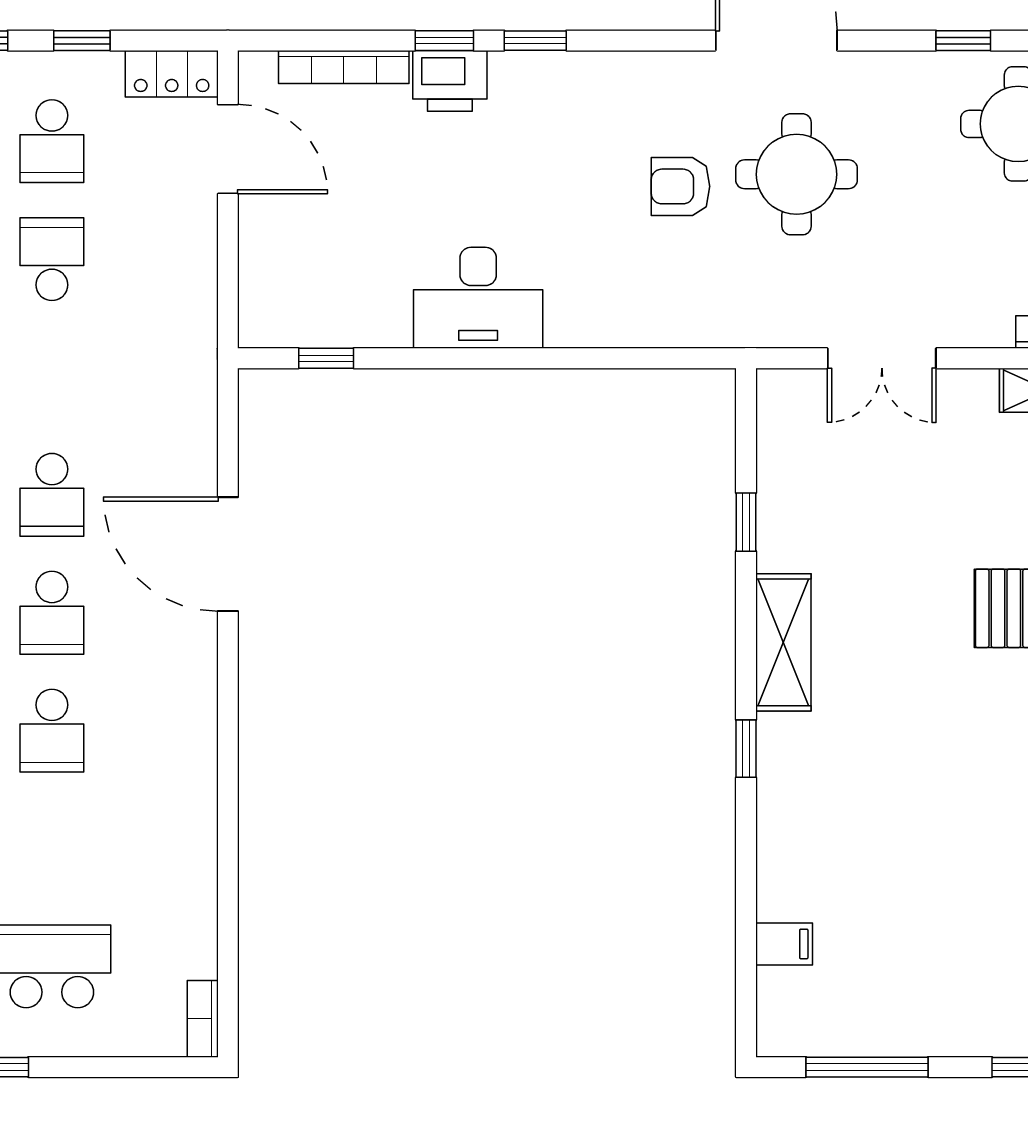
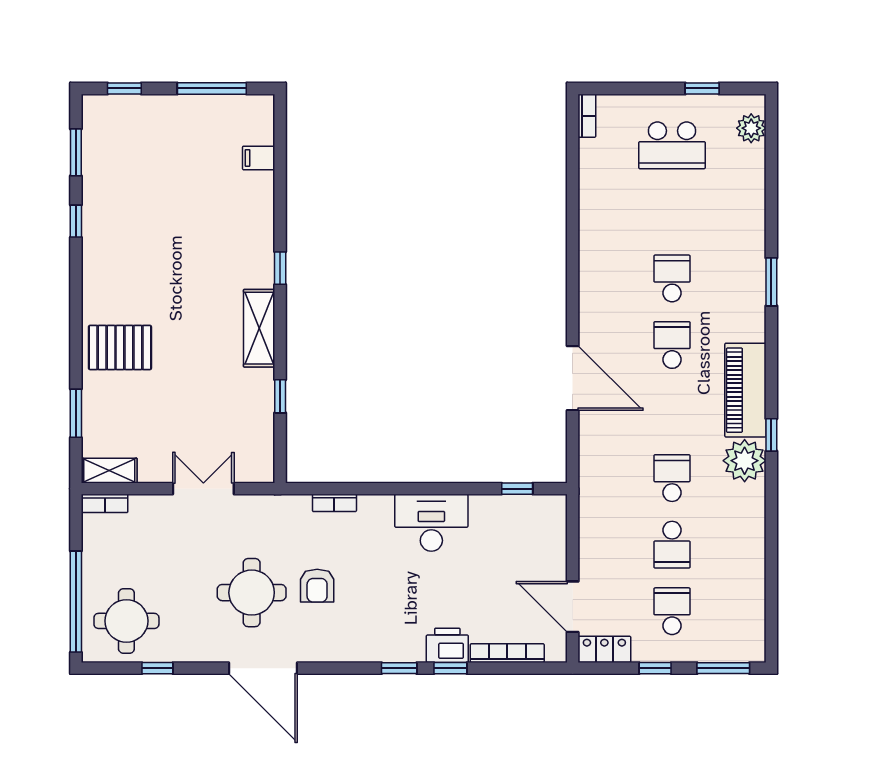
armchair: (681, 186) -> (317, 586), turned 90
bookcase: (650, 333) -> (334, 503), added
school desk: (52, 495) -> (672, 478), moved

